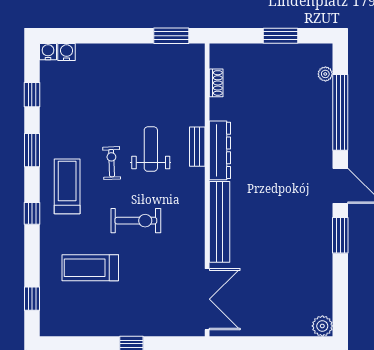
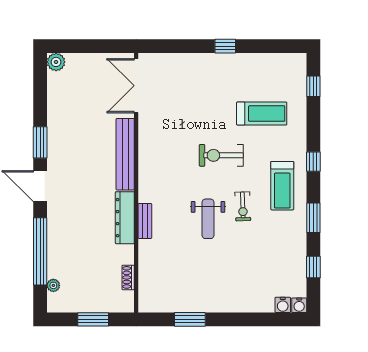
shoe rack: (216, 83) -> (128, 277), moved
bench: (197, 147) -> (145, 221), moved
dresser: (220, 150) -> (125, 218), moved
wall: (207, 190) -> (136, 183), moved
bench: (219, 222) -> (125, 154), moved
double door: (207, 299) -> (136, 86), moved

